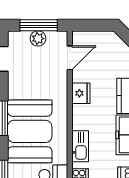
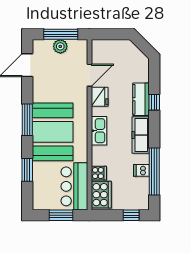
door: (70, 58) -> (89, 75), moved
kitchen sink: (80, 146) -> (99, 131), moved

